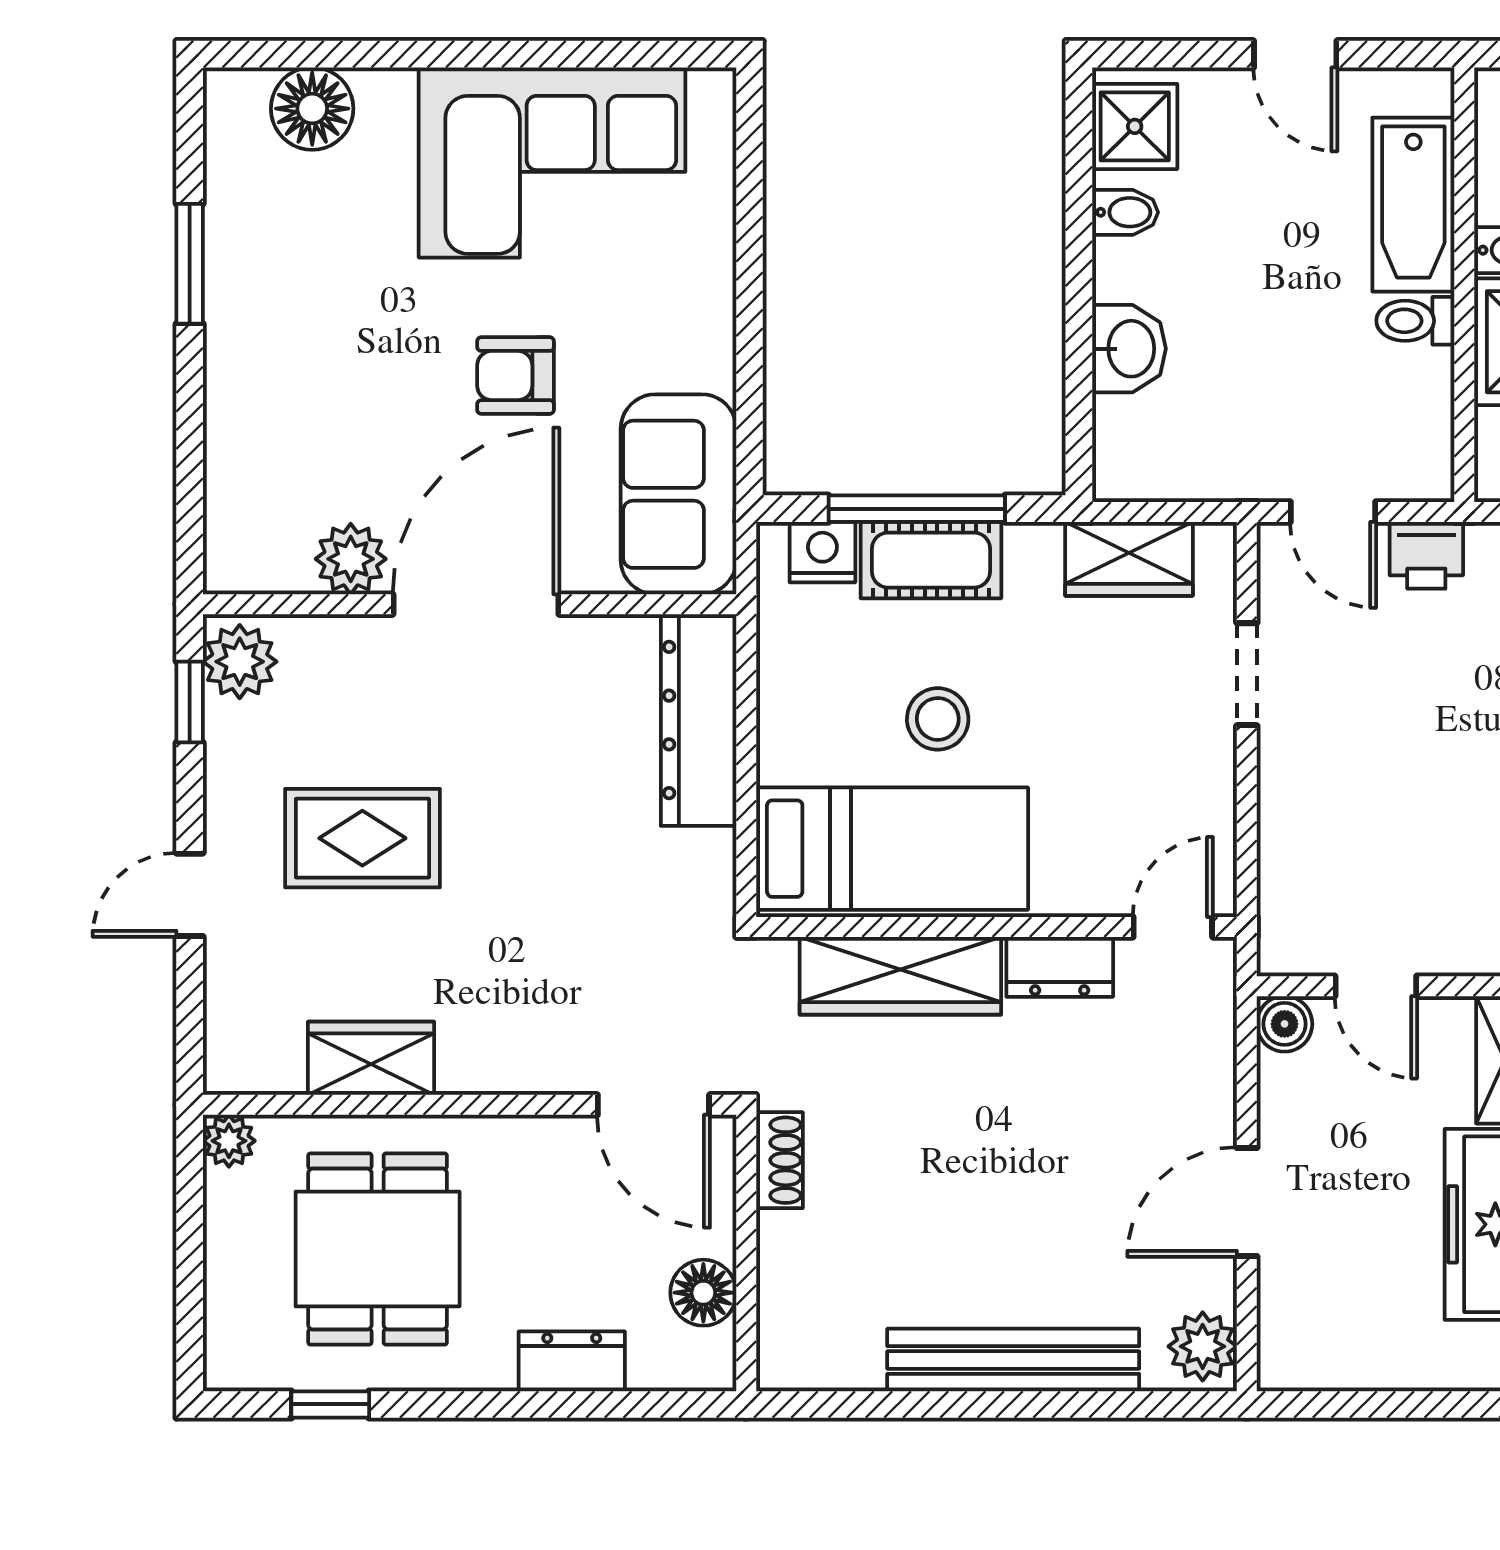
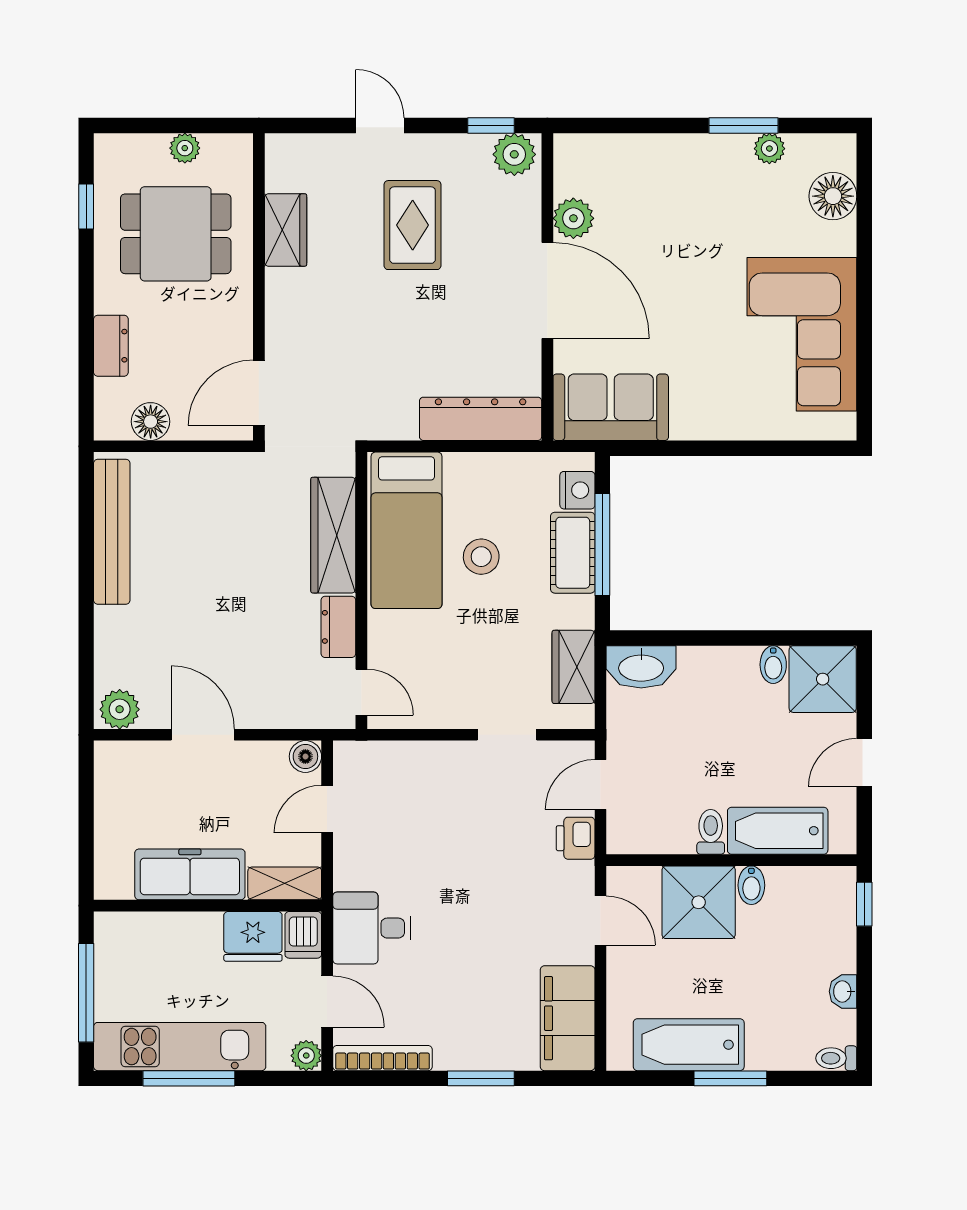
shower: (1135, 126) -> (823, 679), width x1.36, depth x1.36
plant: (230, 219) -> (769, 149), added
washbasin: (1129, 349) -> (641, 667), moved, width x1.38
armchair: (516, 376) -> (679, 313), removed
plant: (229, 1141) -> (185, 148), moved
shoe rack: (779, 1160) -> (227, 465), removed
bench: (1013, 1360) -> (112, 532), moved

